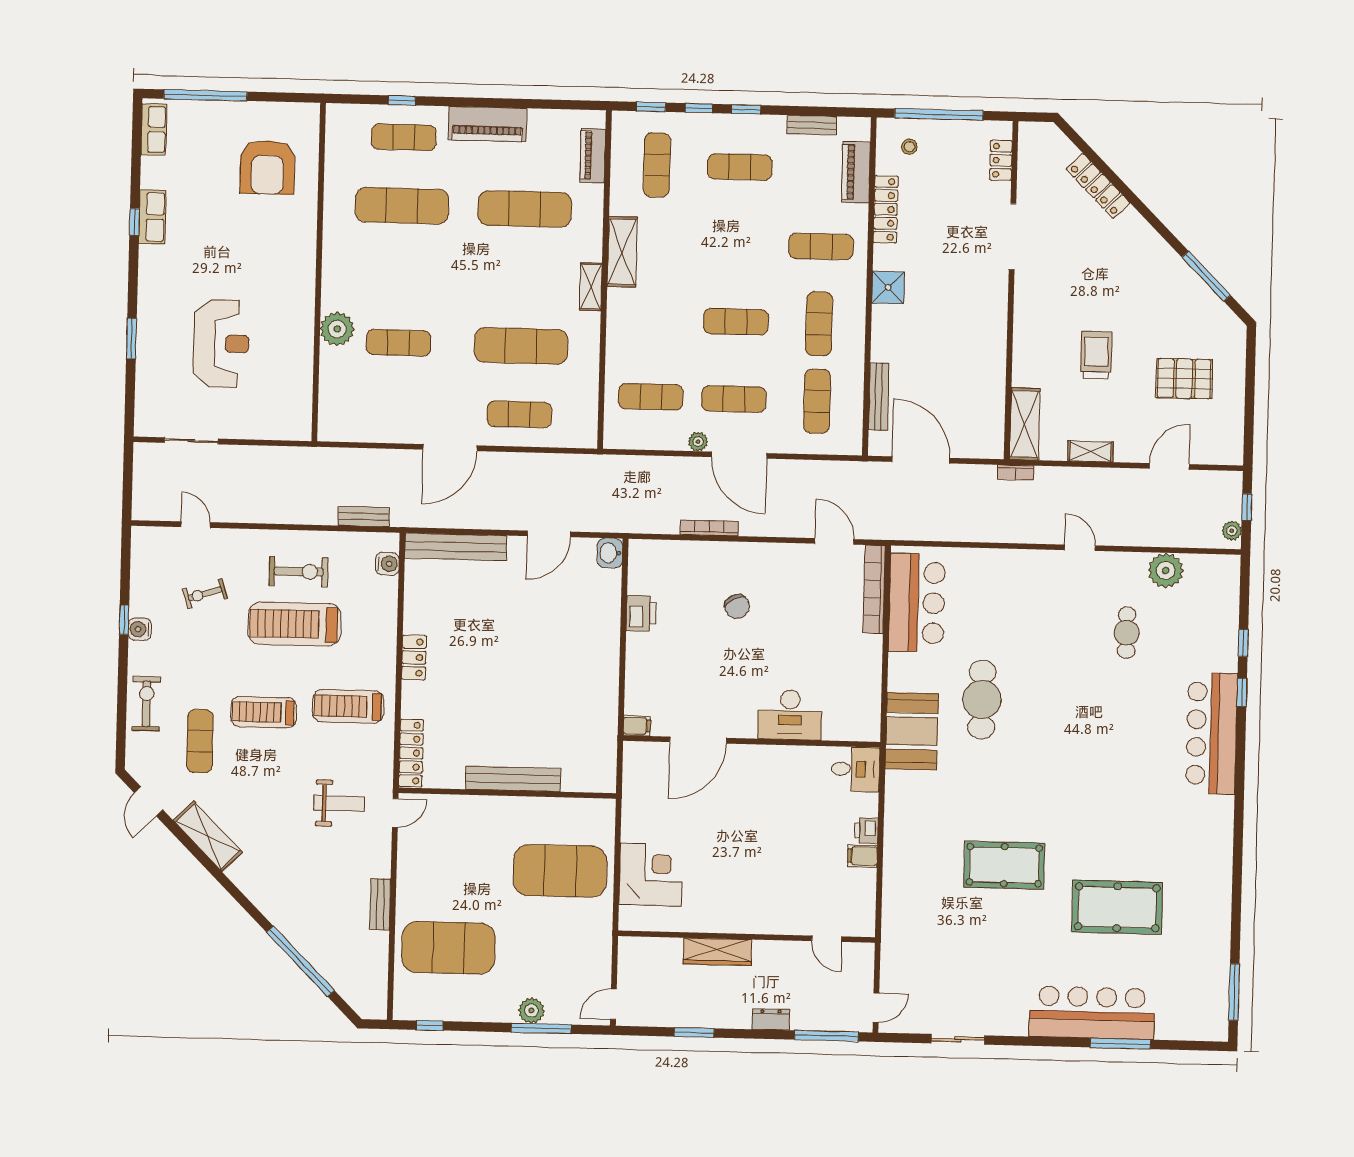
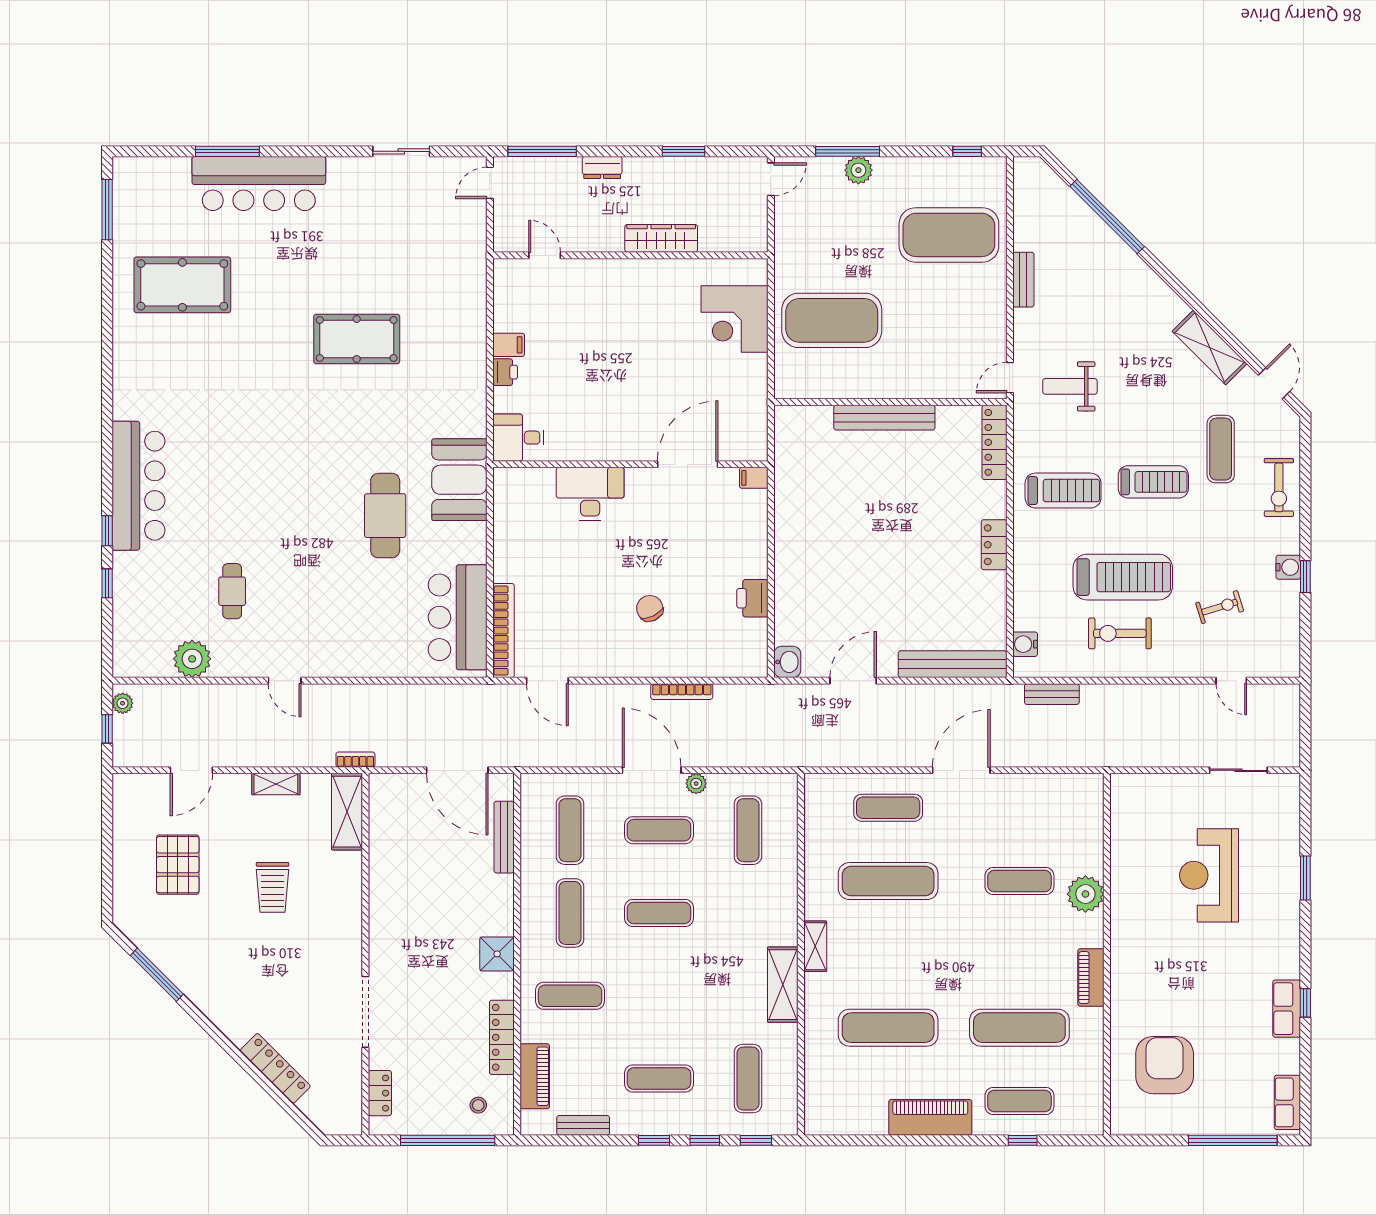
piano: (593, 156) -> (1091, 978), moved, turned 180
pallet: (1184, 379) -> (178, 865), turned 90
exercise mat: (651, 397) -> (748, 830), turned 90
pool table: (1117, 907) -> (182, 285), moved

